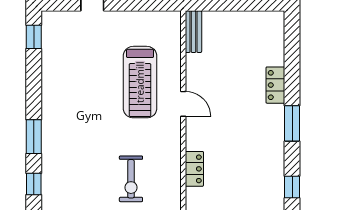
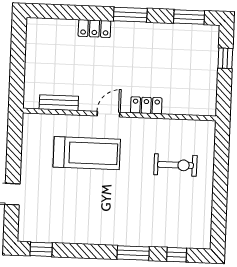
bench: (193, 32) -> (59, 103), moved
locker: (194, 169) -> (146, 105), moved
window: (292, 187) -> (189, 17), width x1.50

